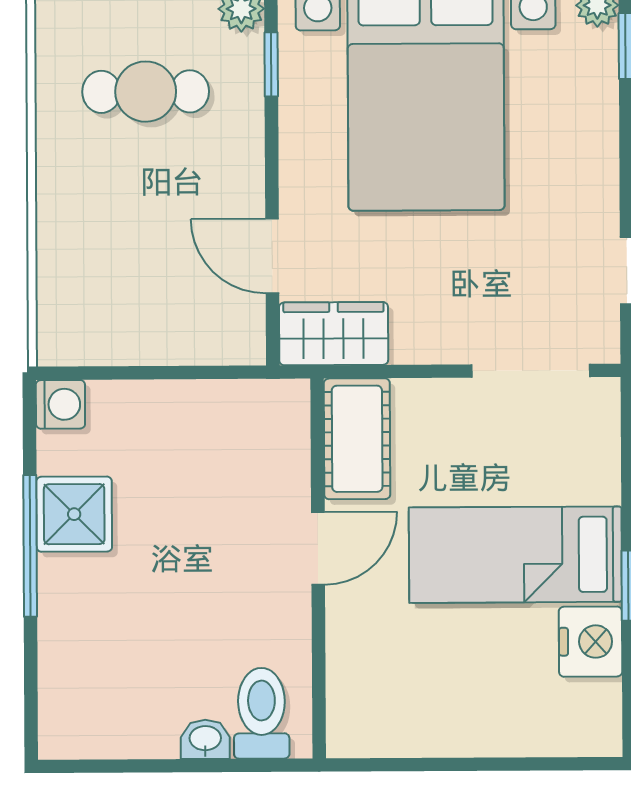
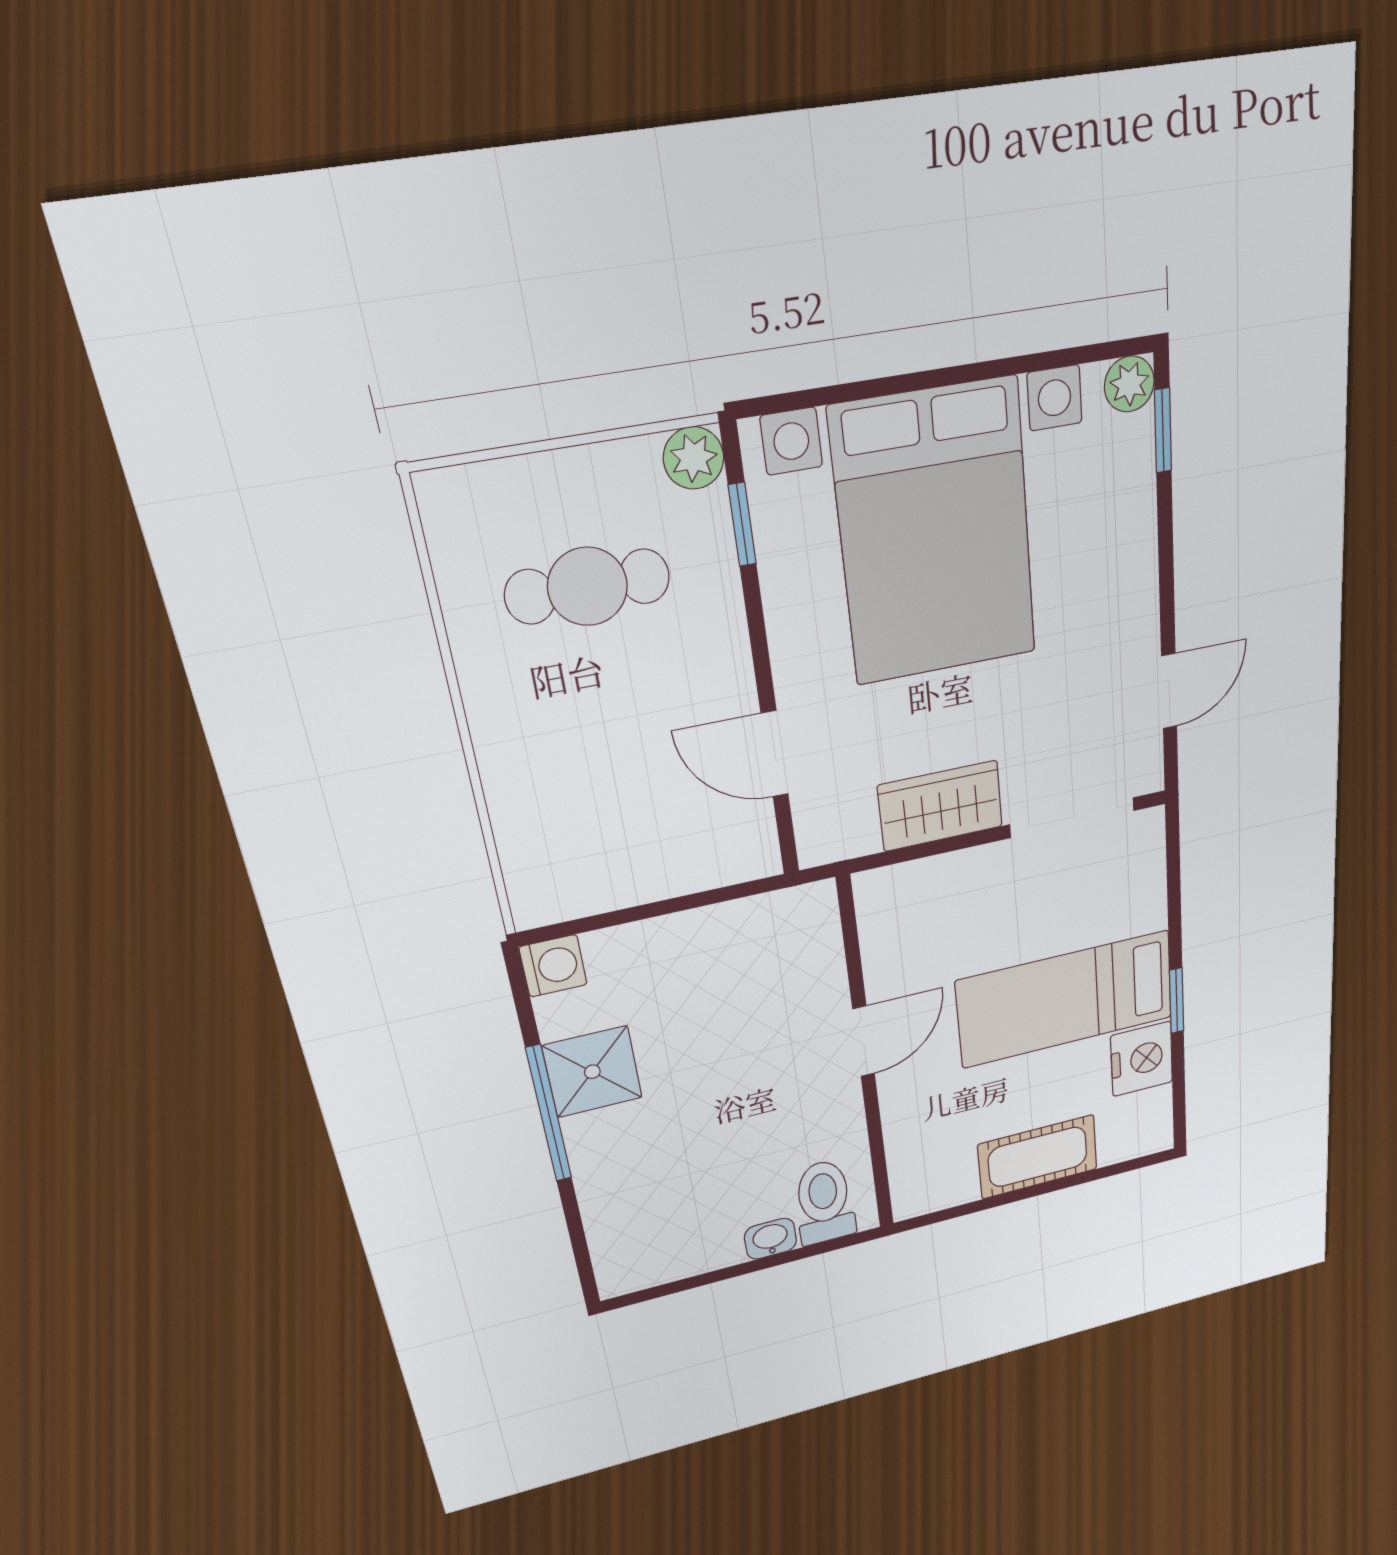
wardrobe: (334, 334) -> (940, 806), moved
cot: (357, 439) -> (1038, 1157), moved, turned 90

